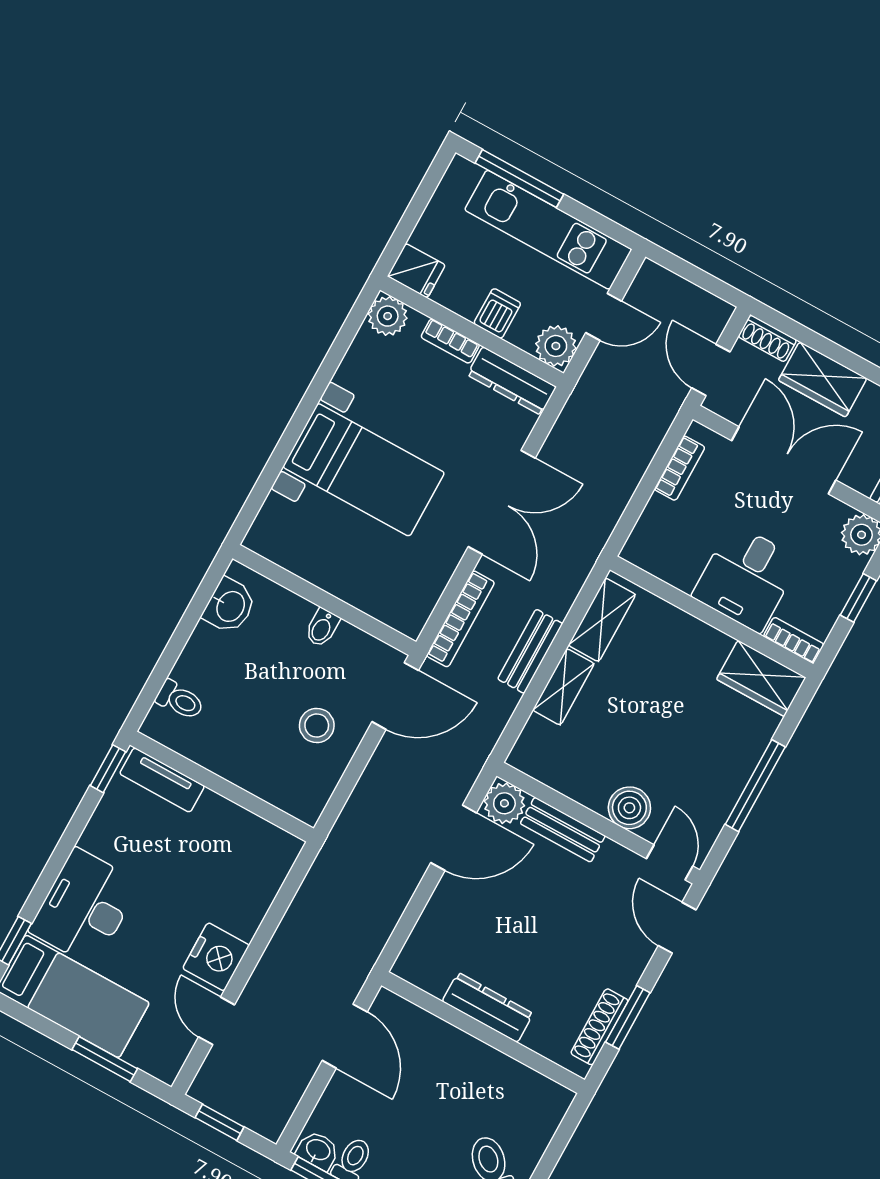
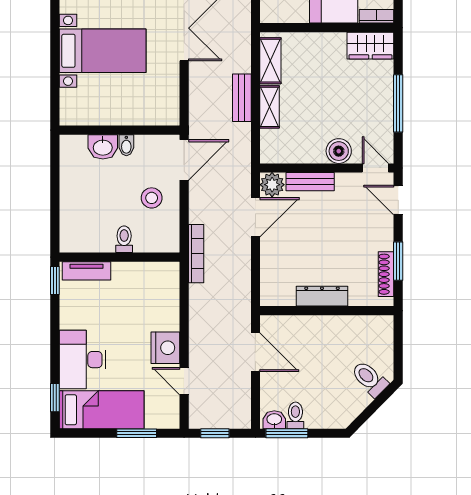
washbasin: (230, 606) -> (103, 147), moved, turned 90
bookcase: (460, 619) -> (196, 254), moved
toilet: (180, 700) -> (124, 239), moved, turned -90

